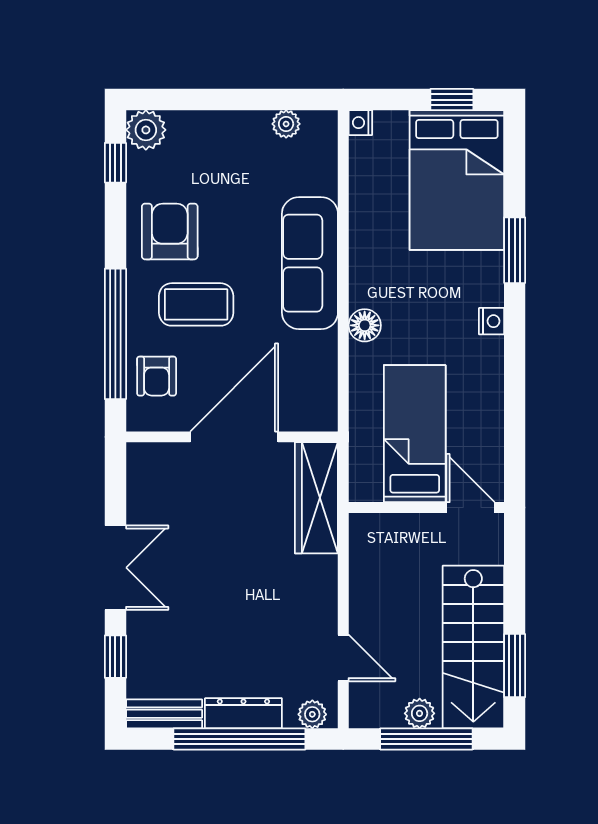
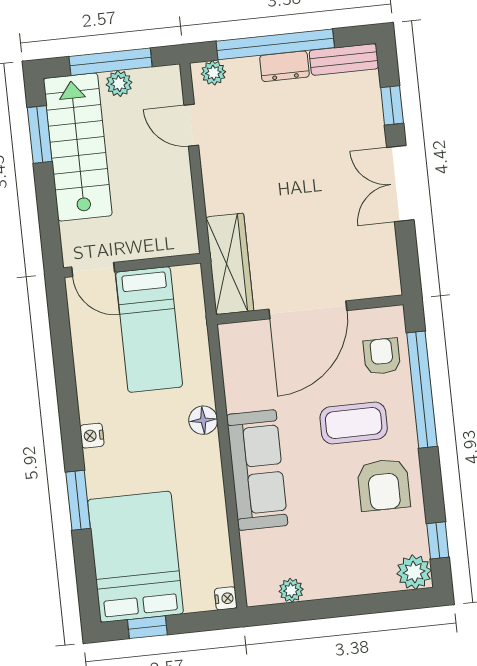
dresser: (243, 713) -> (284, 66), width x0.70

